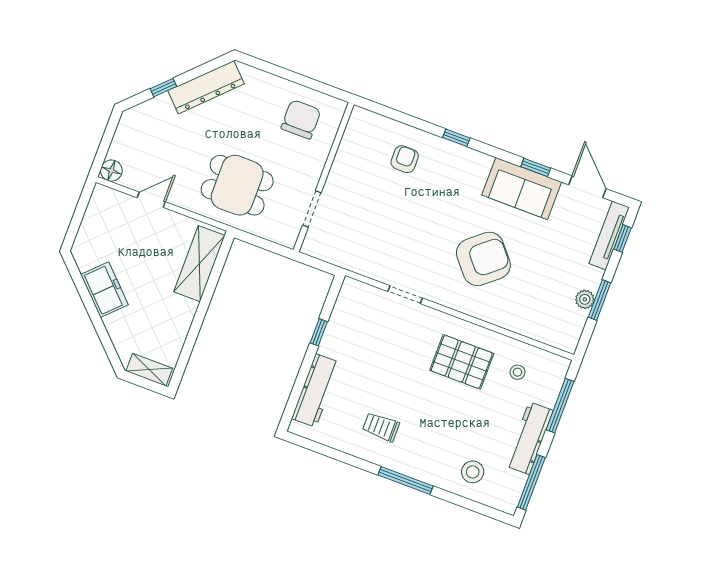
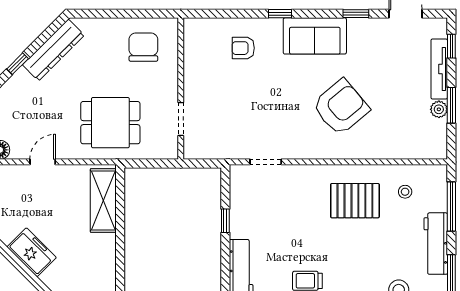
armchair: (405, 159) -> (243, 48), turned -90
sofa: (522, 189) -> (315, 36), moved
tv unit: (609, 235) -> (439, 69), moved
doorway: (405, 295) -> (266, 162), moved

